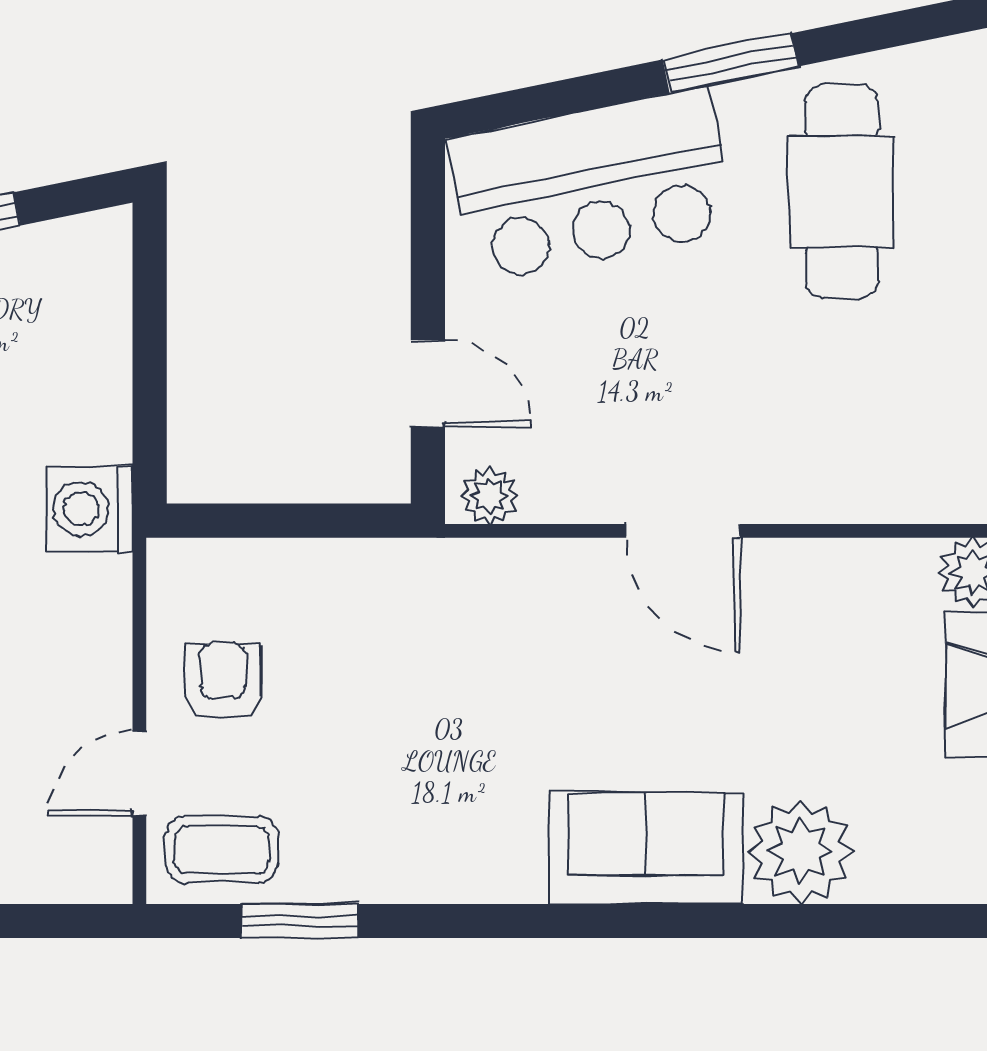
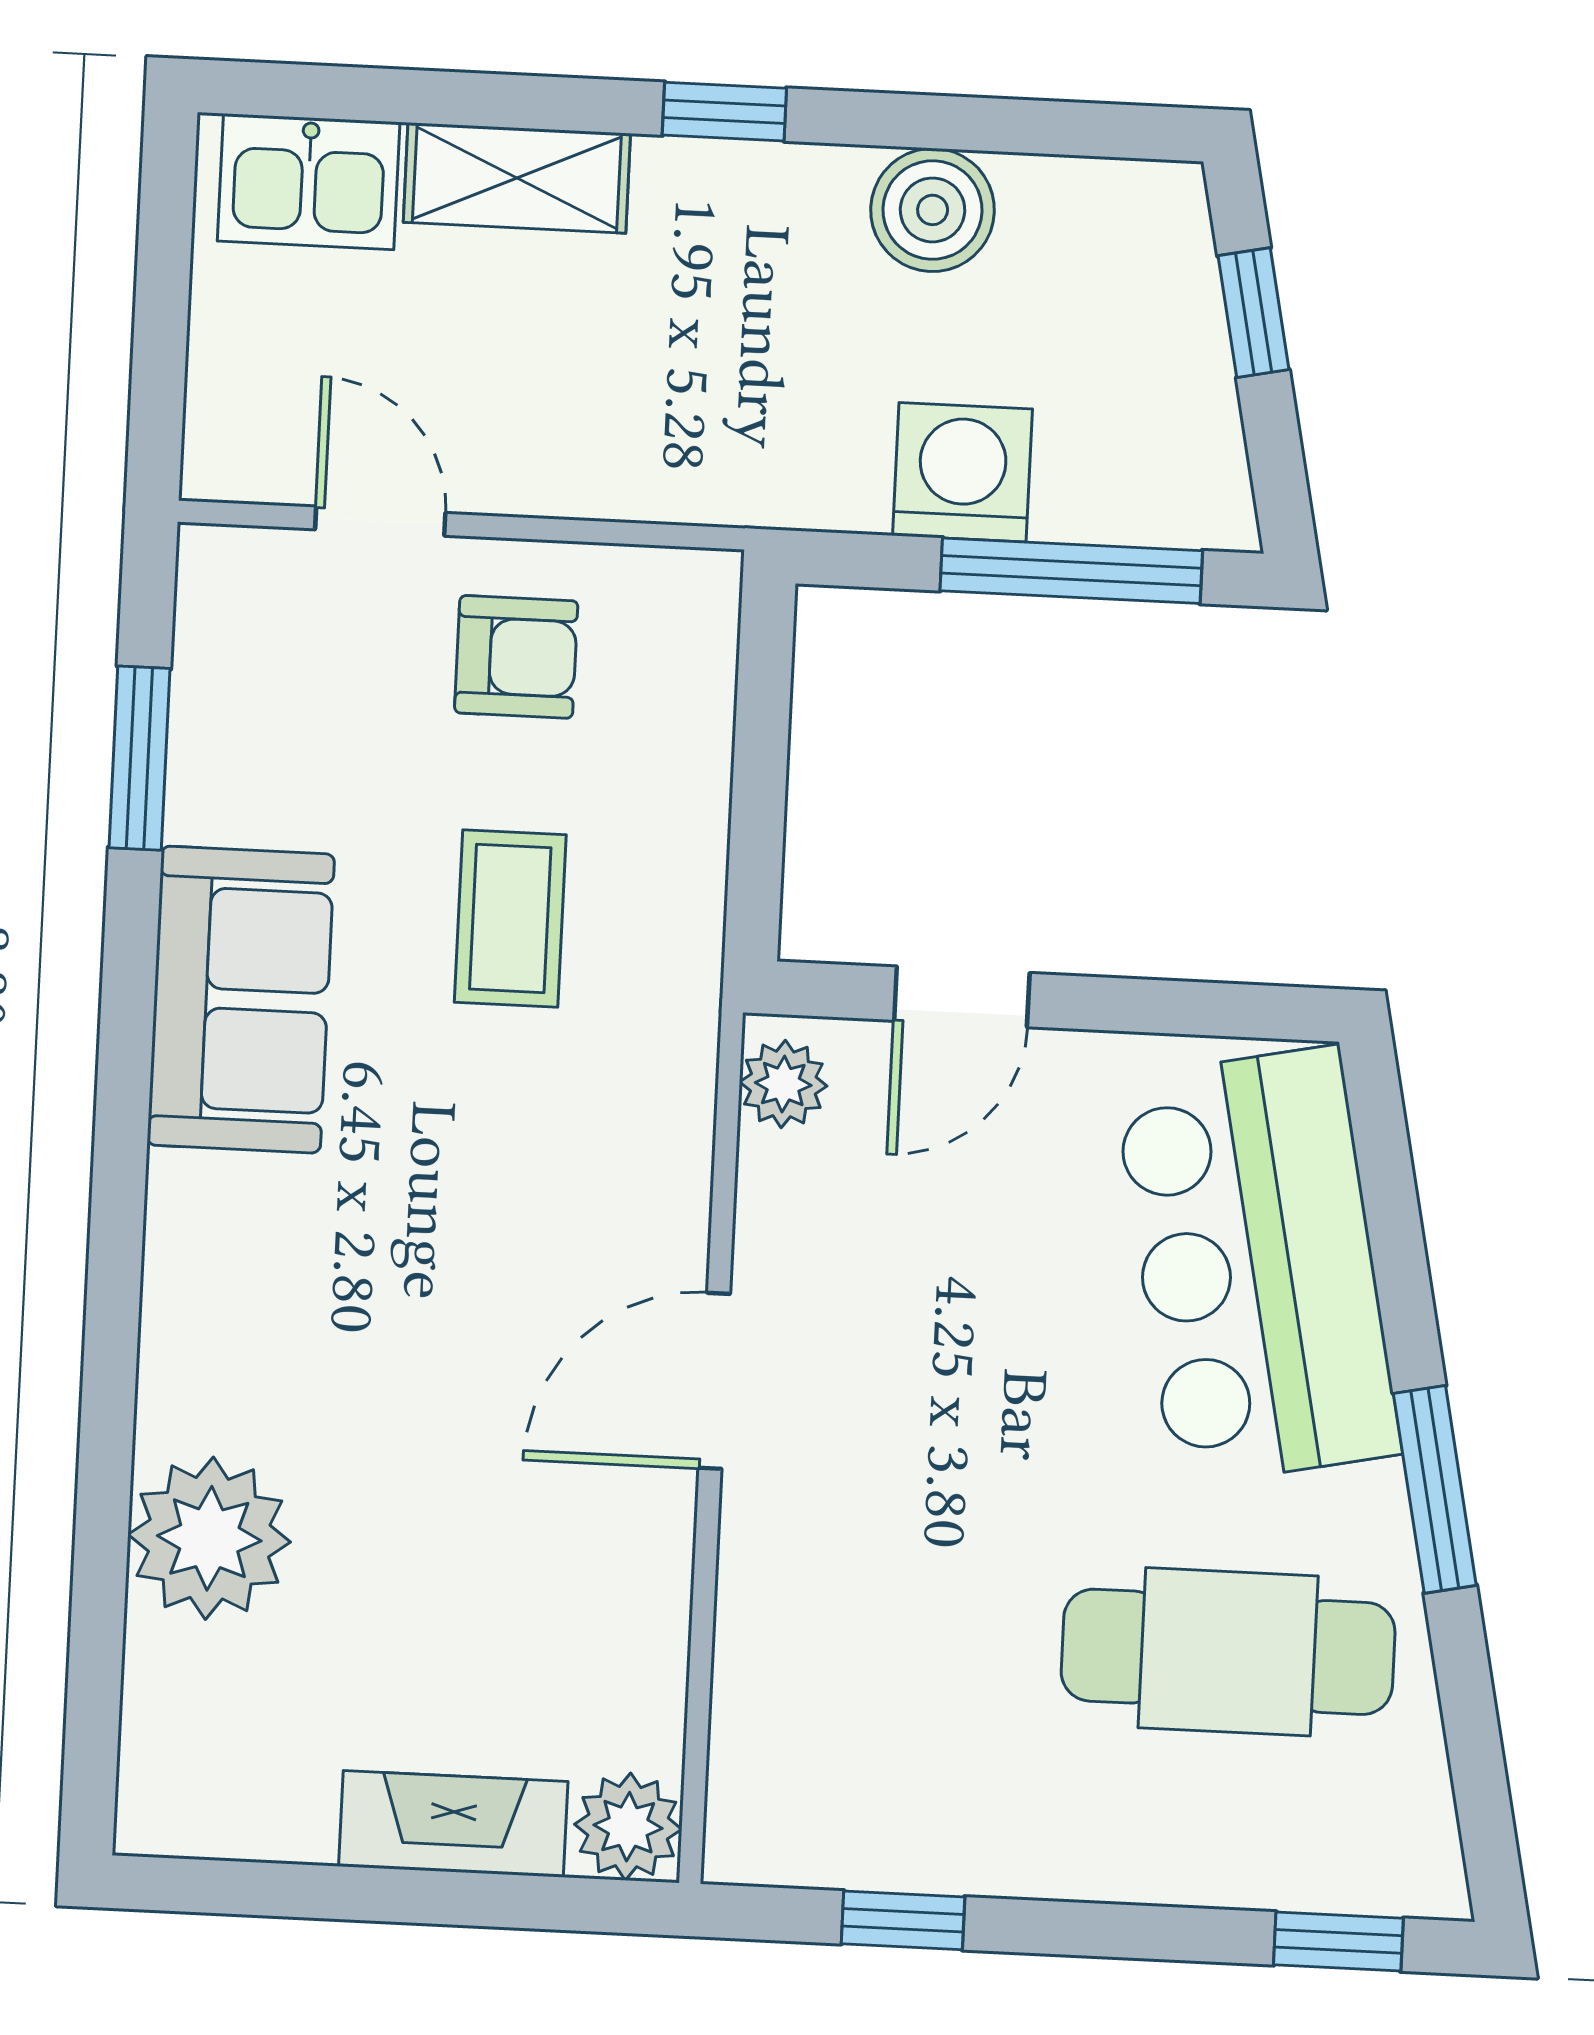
window: (150, 326) -> (1071, 571), added
washing machine: (90, 509) -> (963, 472), moved
sofa: (646, 848) -> (241, 1000), moved
coffee table: (222, 850) -> (510, 918), moved

